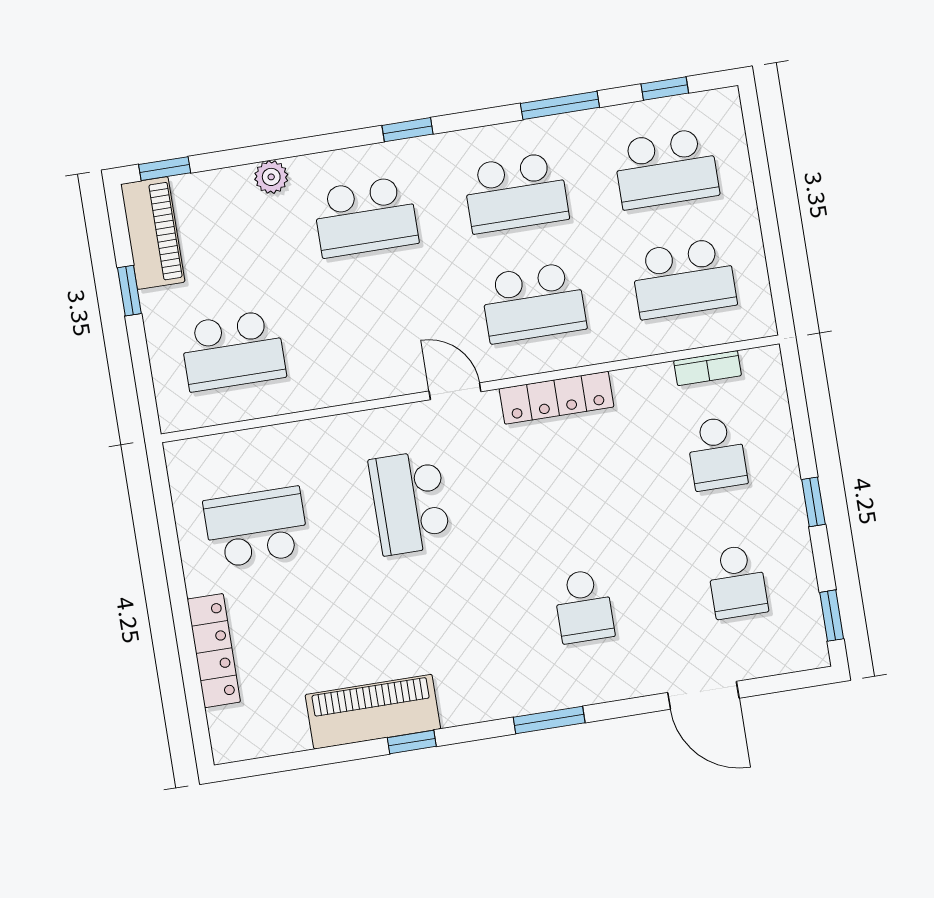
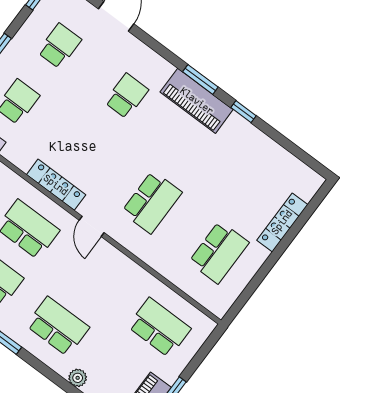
school desk: (256, 527) -> (219, 252), turned -90
piano: (373, 712) -> (197, 101), moved
window: (549, 720) -> (200, 79), moved

